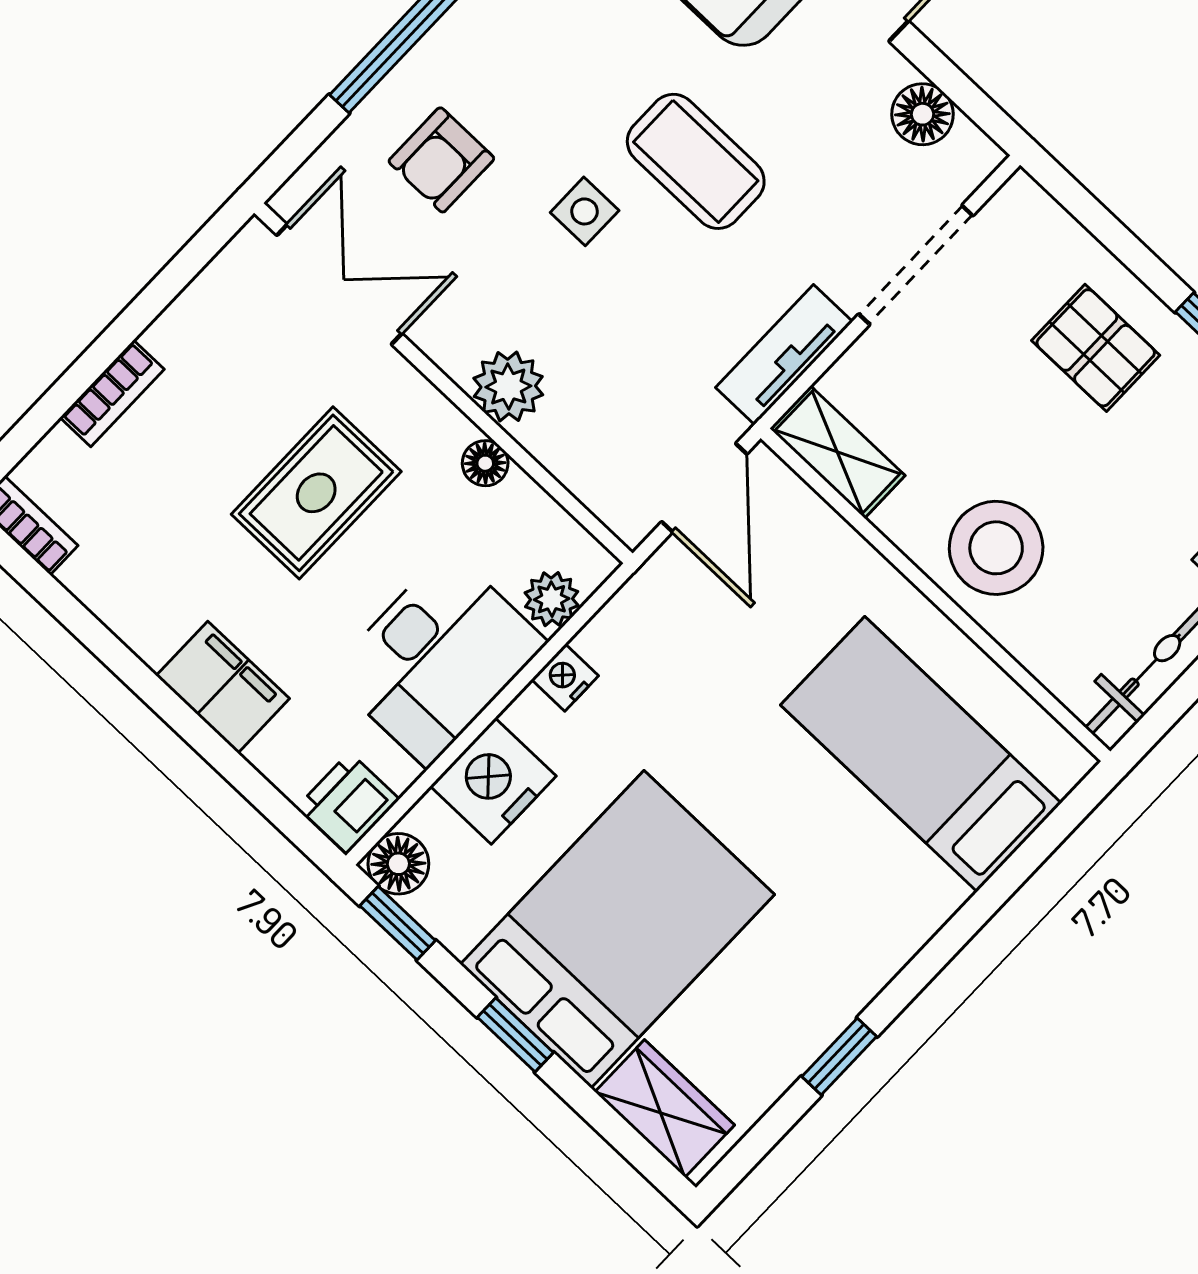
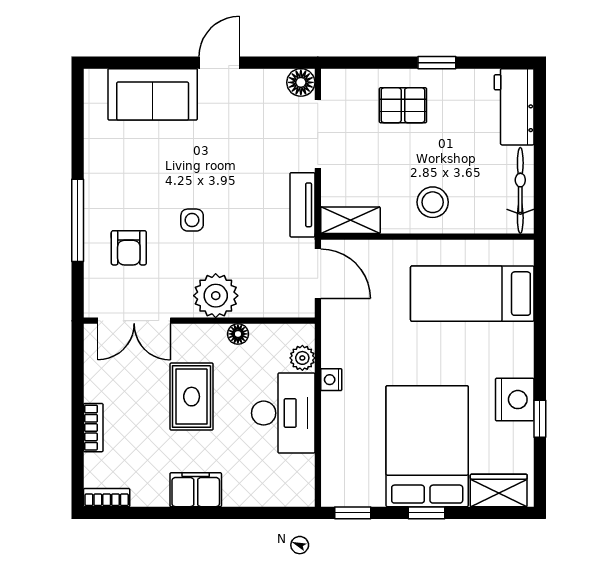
floor lamp: (922, 114) -> (301, 82), moved
coffee table: (696, 161) -> (213, 169), removed
double door: (339, 284) -> (134, 321), swing flipped
plant: (508, 386) -> (216, 296), width x1.36, depth x1.36
stool: (996, 548) -> (433, 202), width x0.73, depth x0.73
filing cabinet: (223, 687) -> (196, 490), moved
nightstand: (493, 781) -> (515, 400), moved, turned 180
printer: (348, 803) -> (299, 489), removed
floor lamp: (398, 864) -> (335, 493), removed

